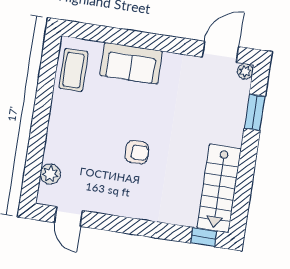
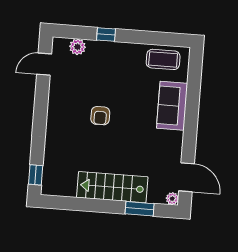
window: (38, 138) -> (106, 34), added
stairs: (219, 188) -> (112, 187), moved

